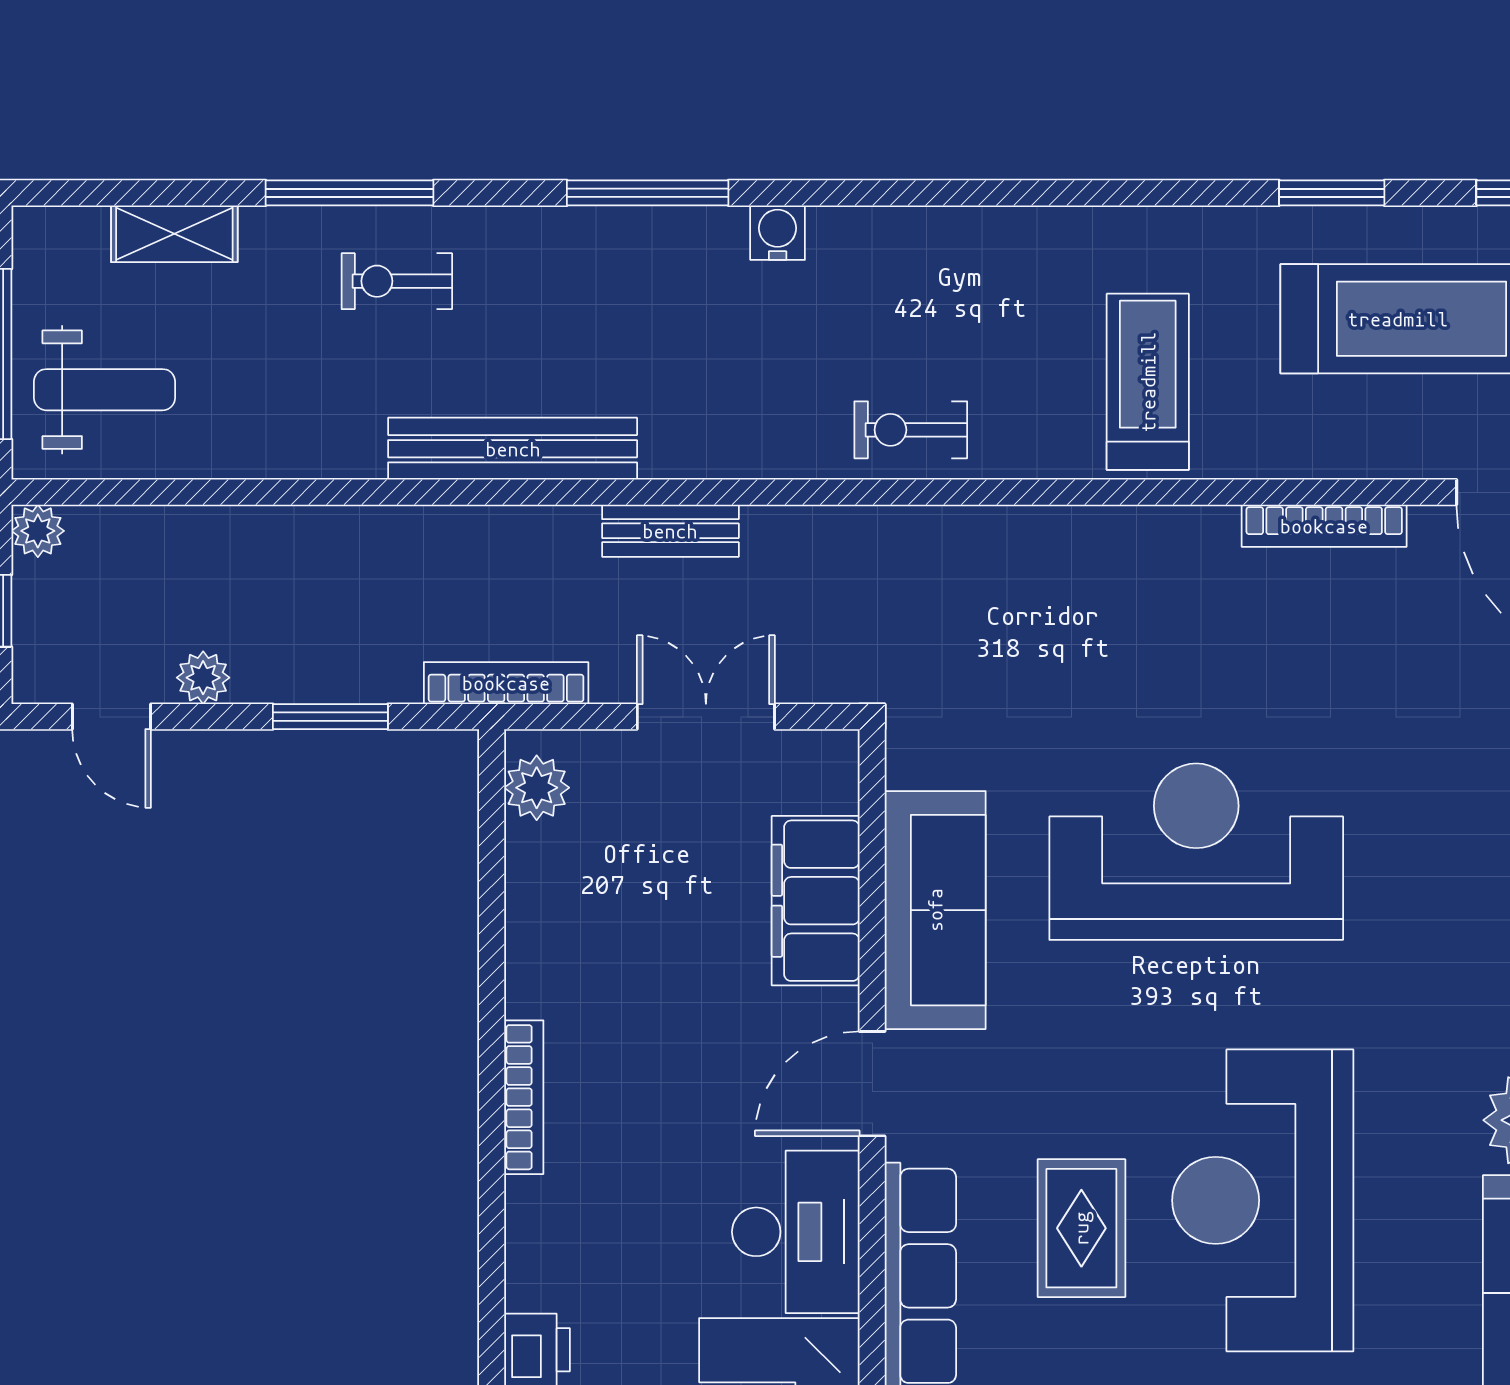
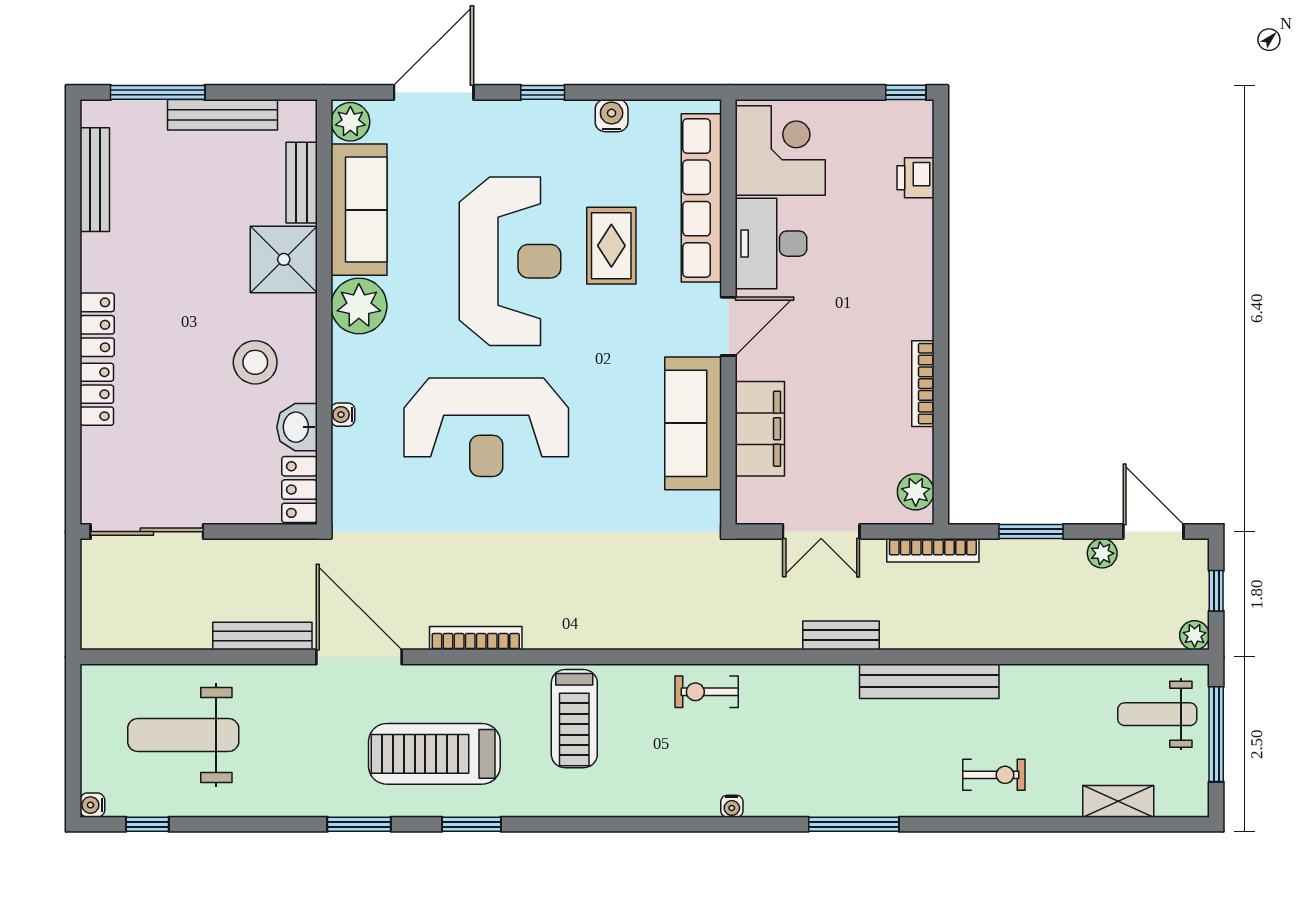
window: (350, 193) -> (1020, 824), removed
water cooler: (778, 233) -> (732, 806), moved, width x0.72, depth x0.72
exercise bike: (911, 430) -> (707, 692), turned 180
door: (112, 717) -> (1153, 532), width x1.38
reception desk: (1196, 852) -> (486, 427), moved
bookcase: (524, 1097) -> (923, 384), moved

